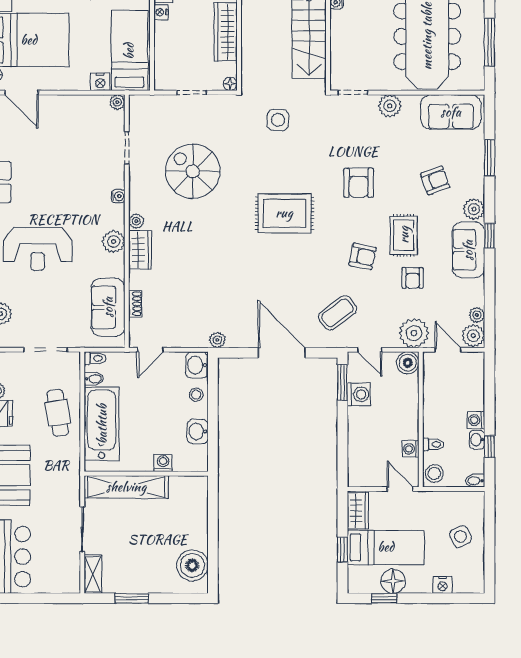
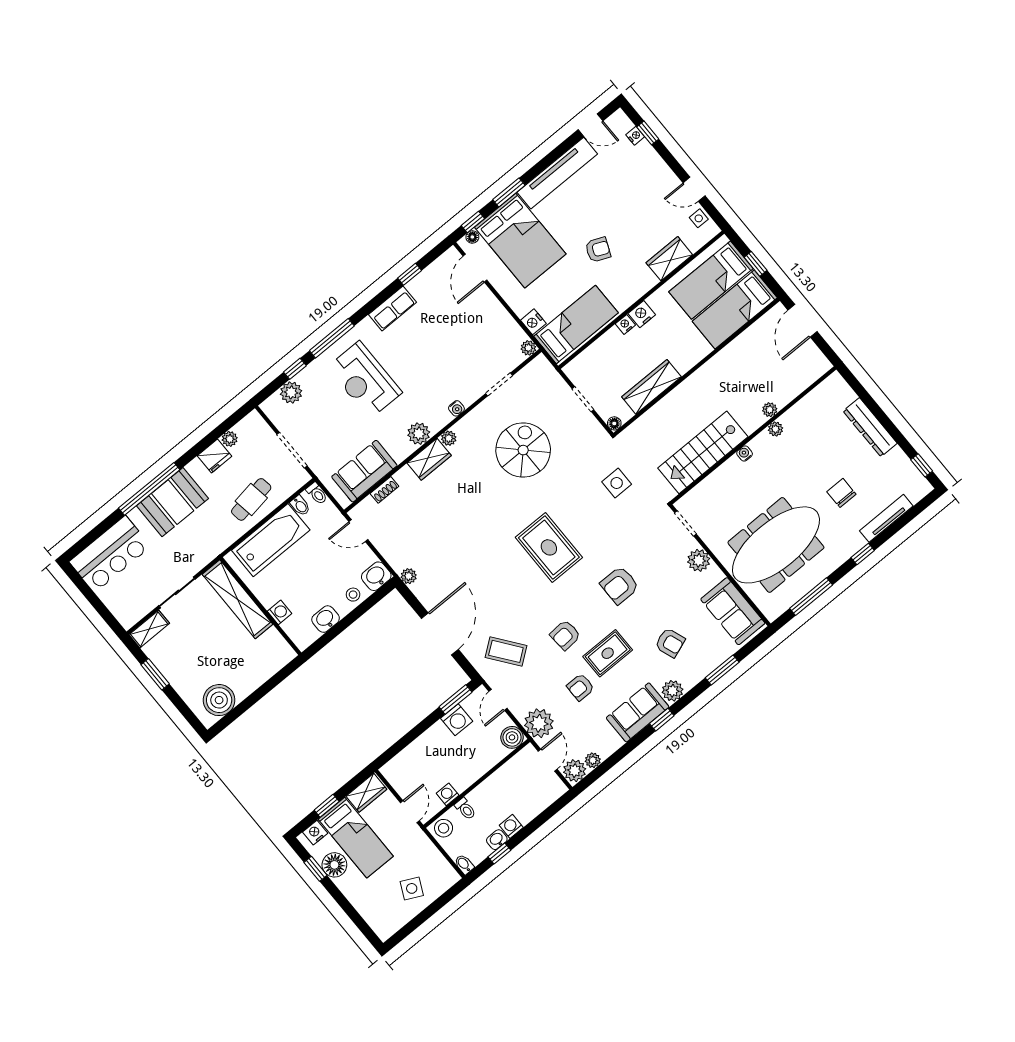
armchair: (363, 256) -> (565, 635), turned 74
side table: (461, 537) -> (412, 888), turned -38
nightstand: (443, 585) -> (315, 833), moved, turned 90

